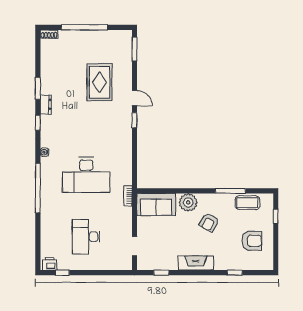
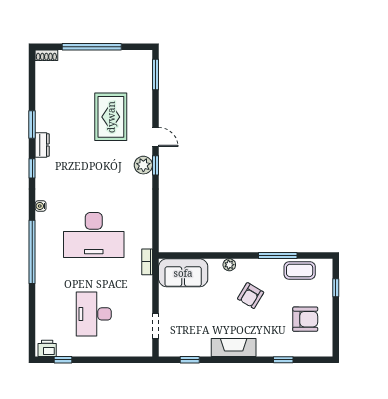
plant: (125, 120) -> (143, 165), added
plant: (188, 202) -> (229, 265), width x0.53, depth x0.53

